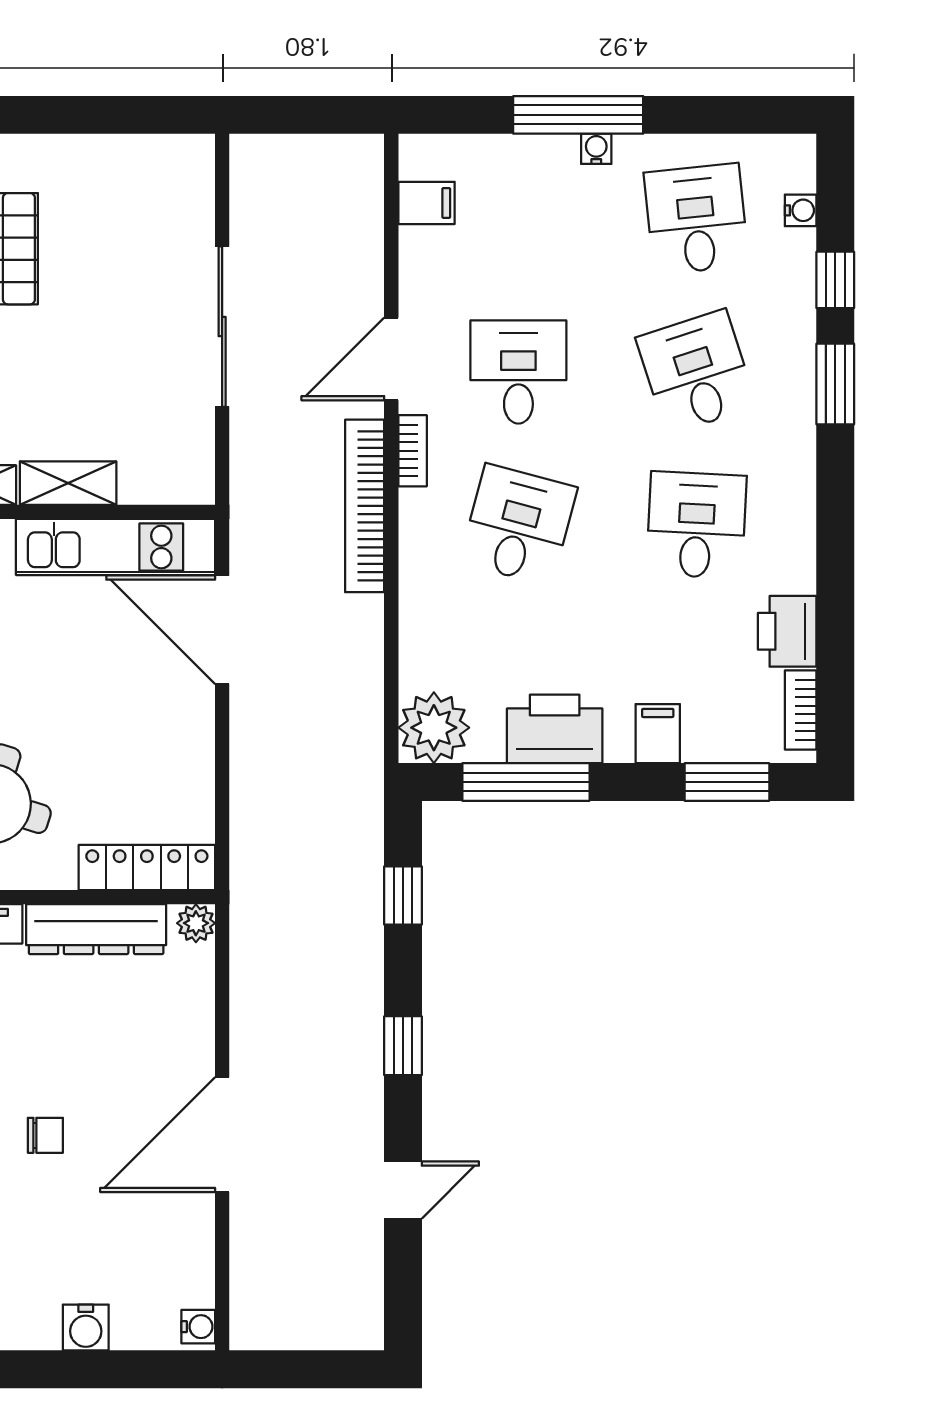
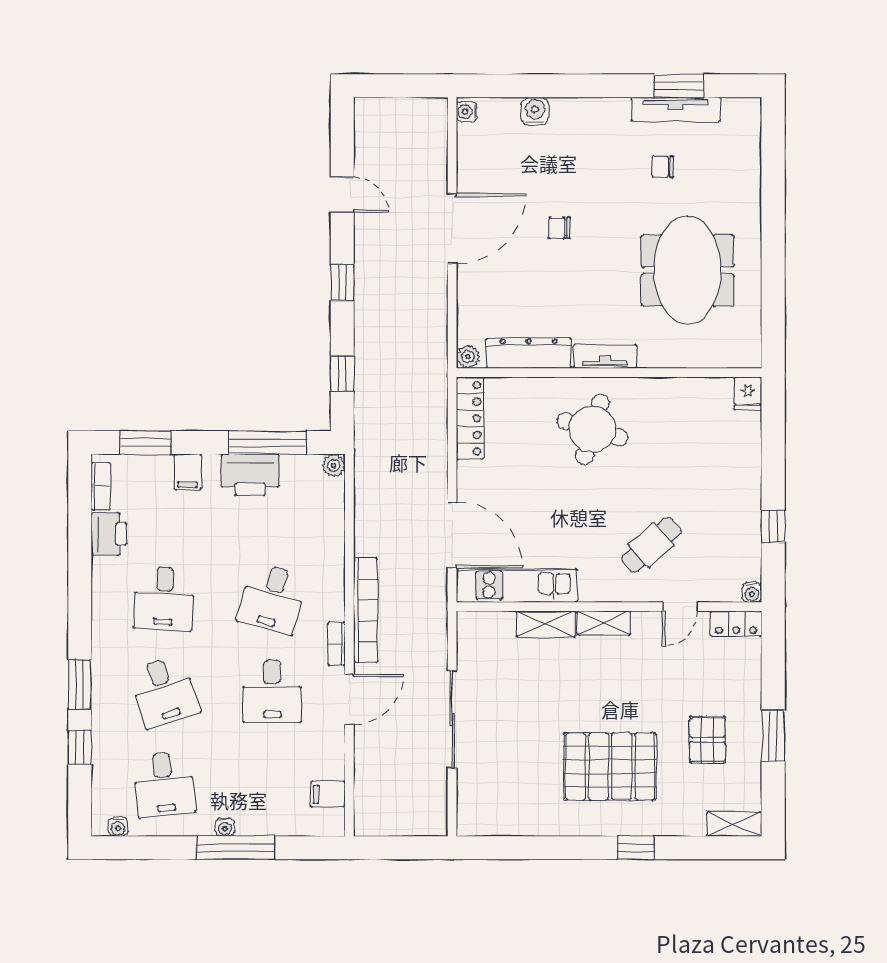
water cooler: (801, 210) -> (118, 827), moved, turned -90
plant: (434, 728) -> (334, 465), width x0.53, depth x0.53
locker: (147, 867) -> (470, 418), moved, turned -90
door: (403, 1190) -> (342, 195), swing flipped

